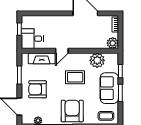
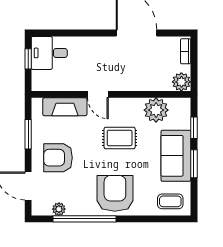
desk: (32, 39) -> (49, 53), moved
door: (62, 51) -> (98, 94), hinge flipped

